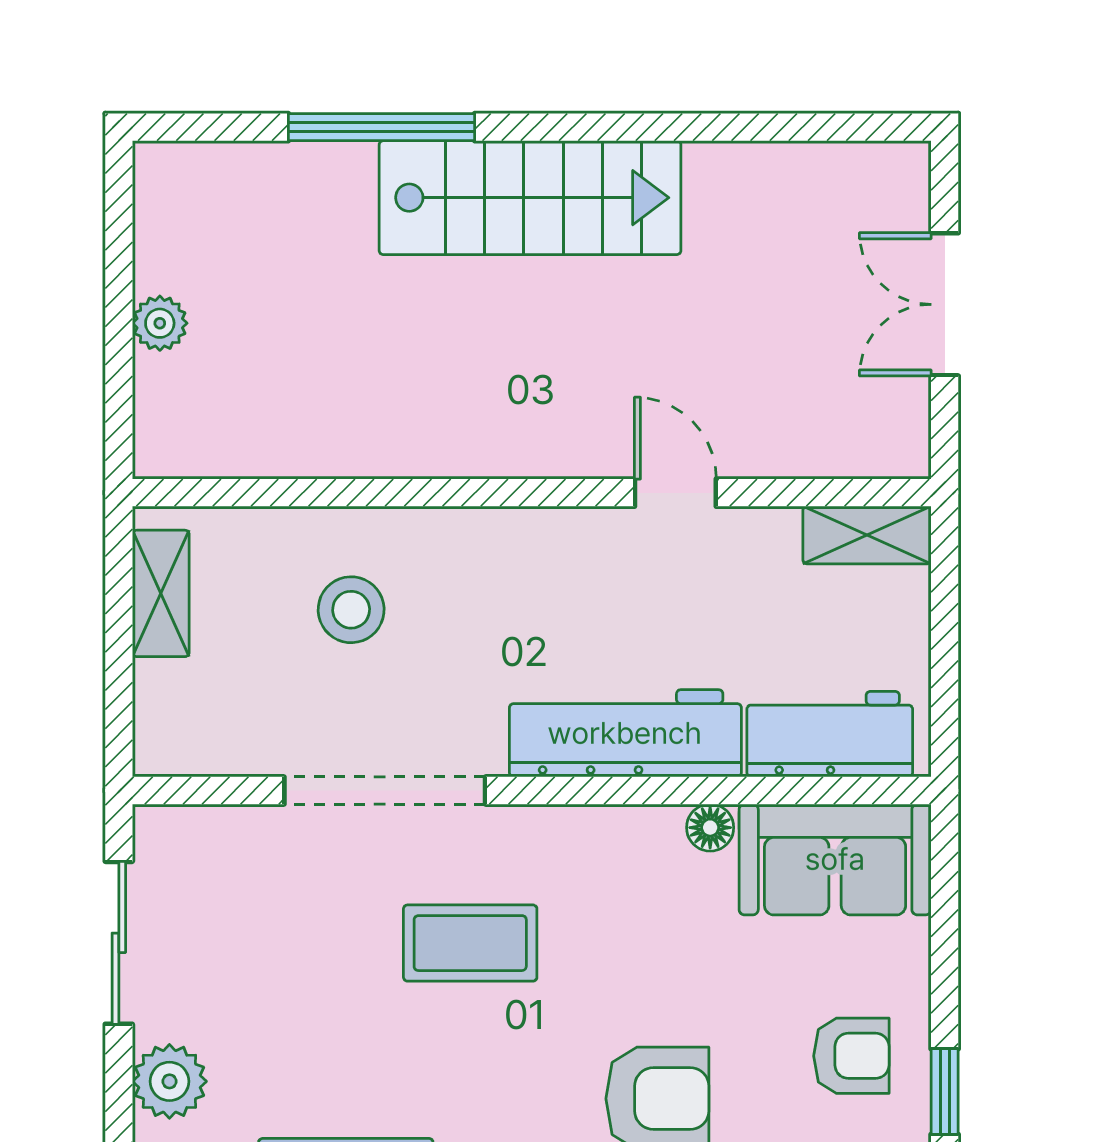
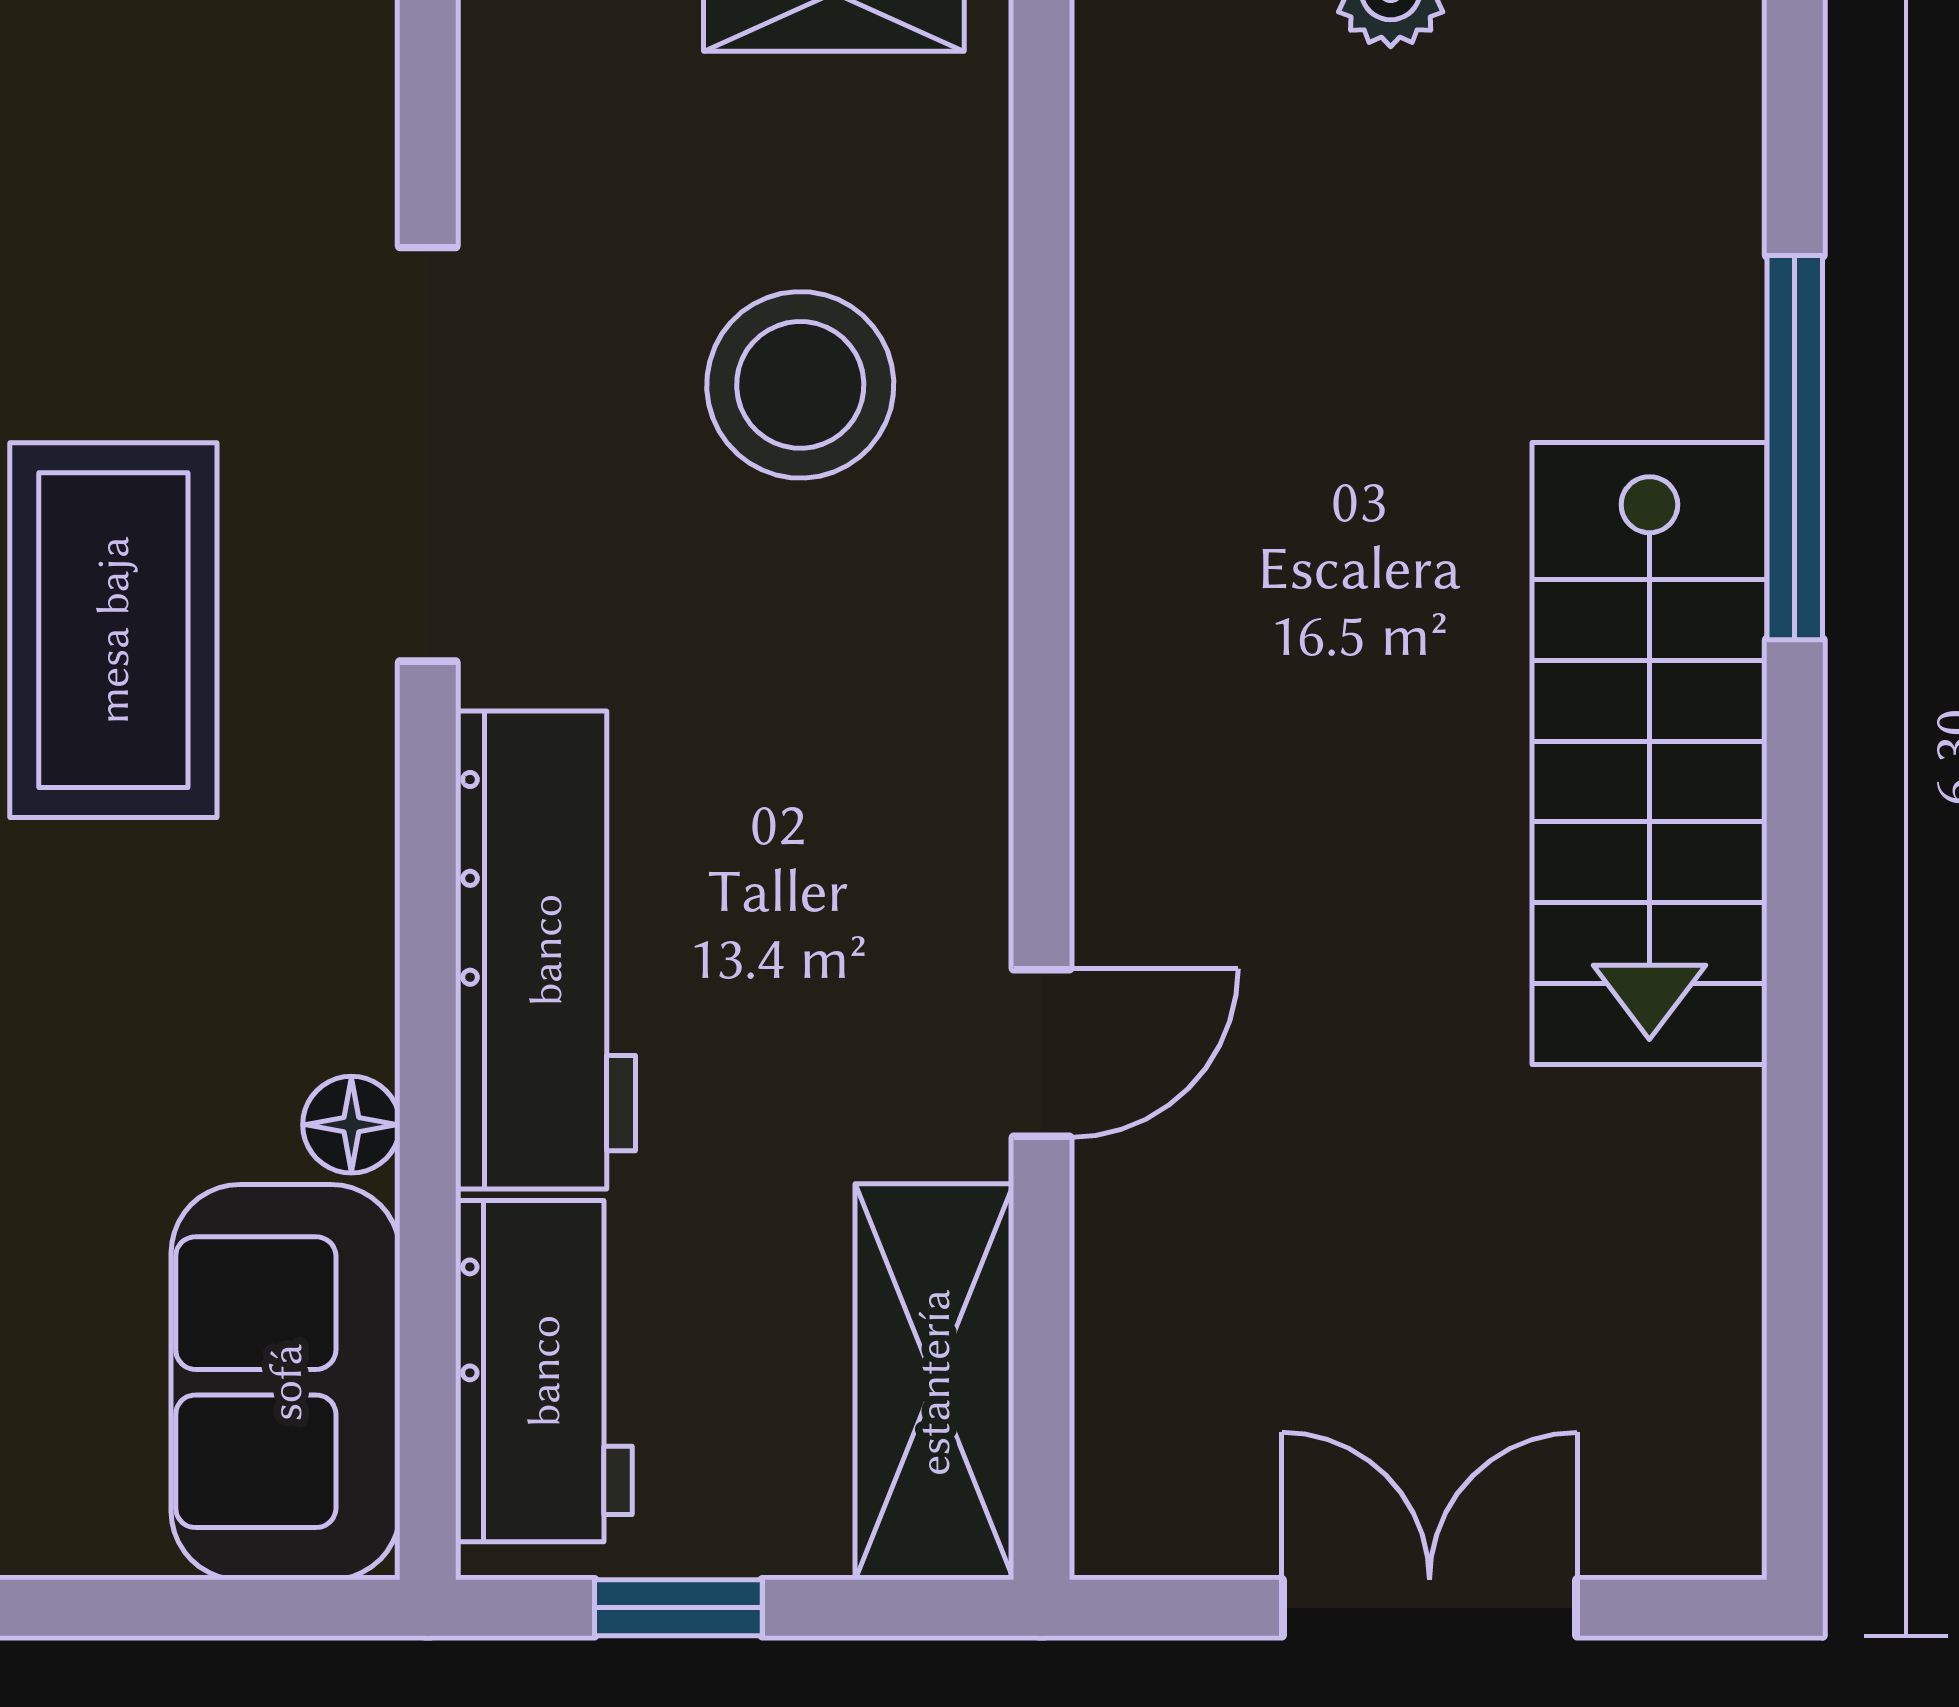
shelving: (867, 535) -> (934, 1382), width x1.50, depth x1.33
stool: (351, 610) -> (800, 385), width x1.38, depth x1.38
window: (945, 669) -> (678, 1608), added
coffee table: (470, 943) -> (113, 630), width x1.36, depth x1.32

